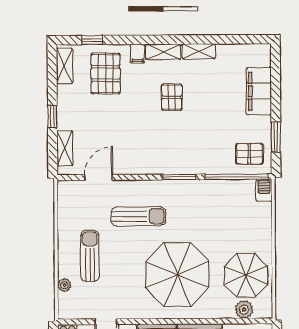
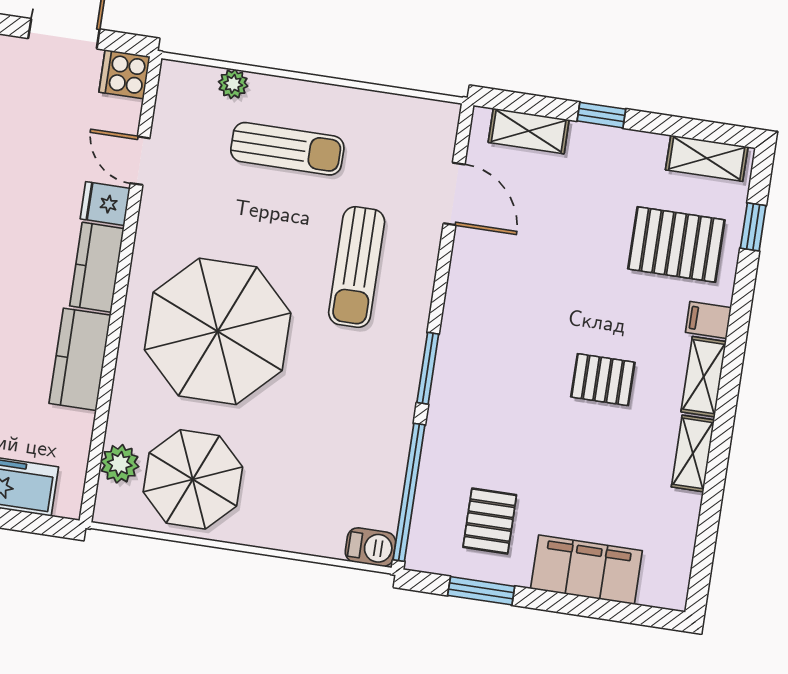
pallet: (249, 154) -> (490, 521), moved

